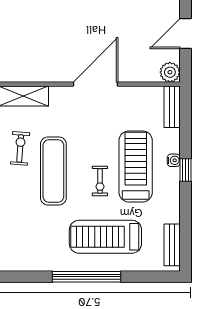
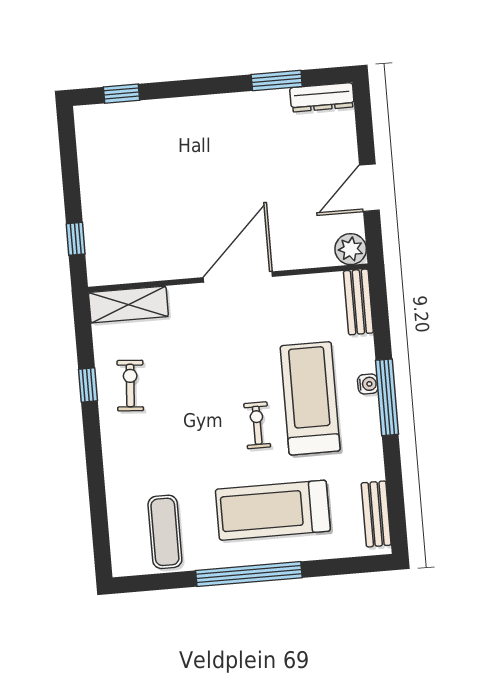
window: (185, 170) -> (387, 397), width x2.17
exercise mat: (53, 171) -> (165, 532), moved, width x0.73, depth x0.69
exercise bike: (100, 181) -> (257, 425), turned 180

